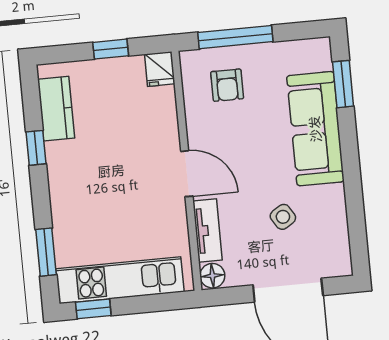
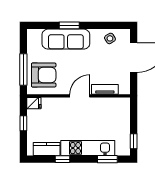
window: (343, 84) -> (69, 25), moved
armchair: (227, 85) -> (44, 75), width x1.88, depth x1.88
side table: (283, 217) -> (110, 38), moved
floor lamp: (212, 276) -> (124, 89), removed
kitchen unit: (120, 280) -> (88, 148), moved, turned 90

